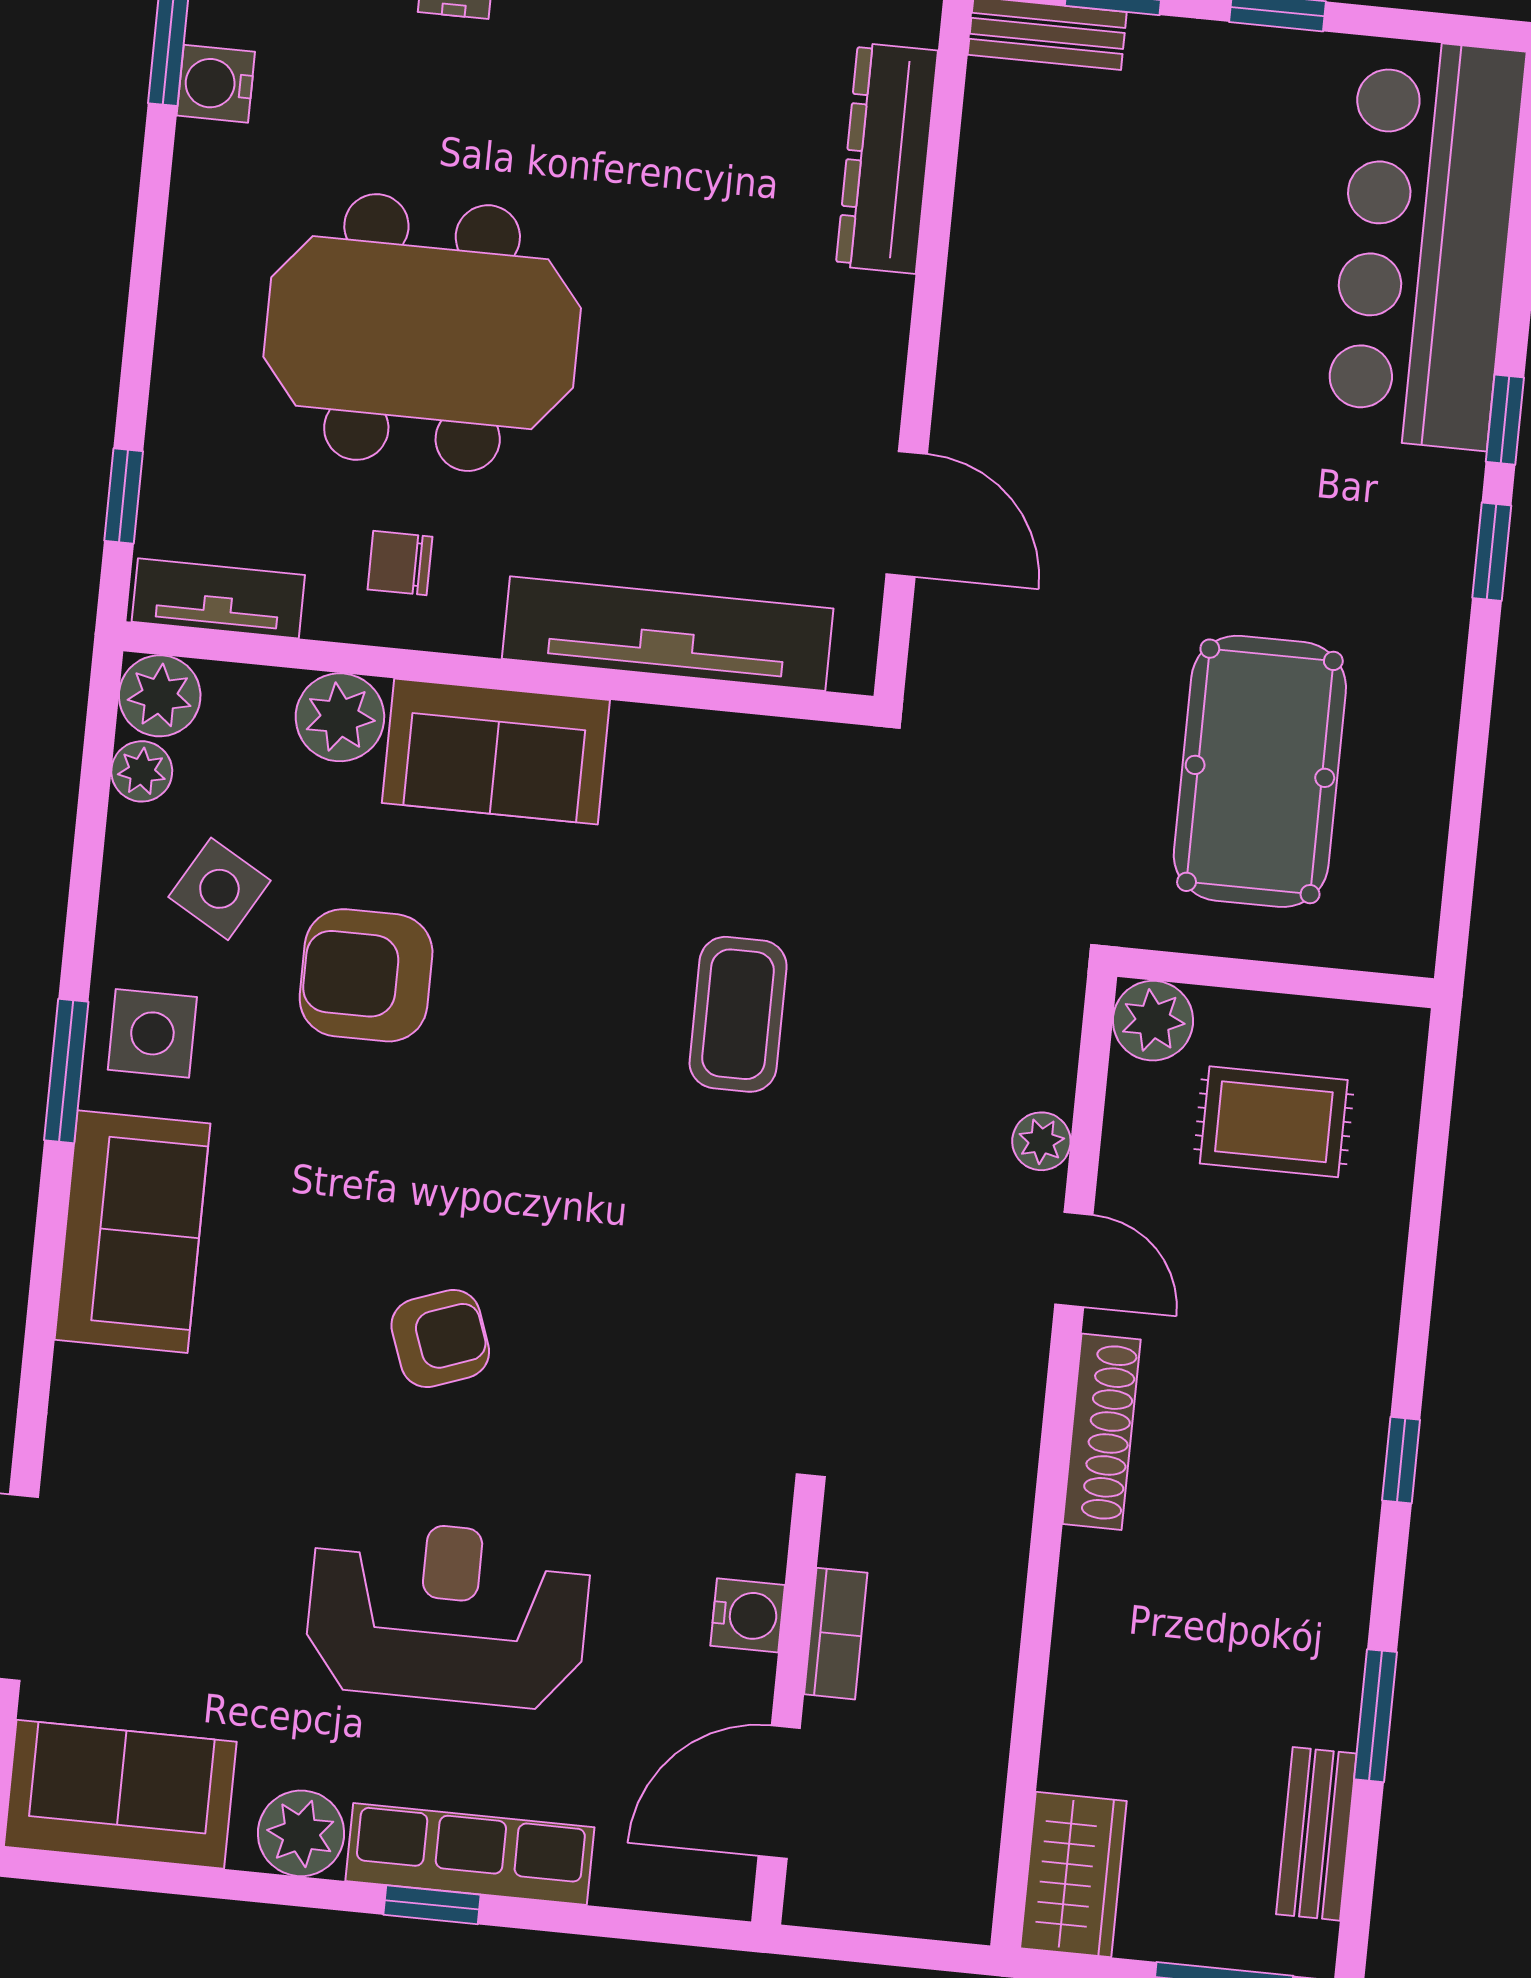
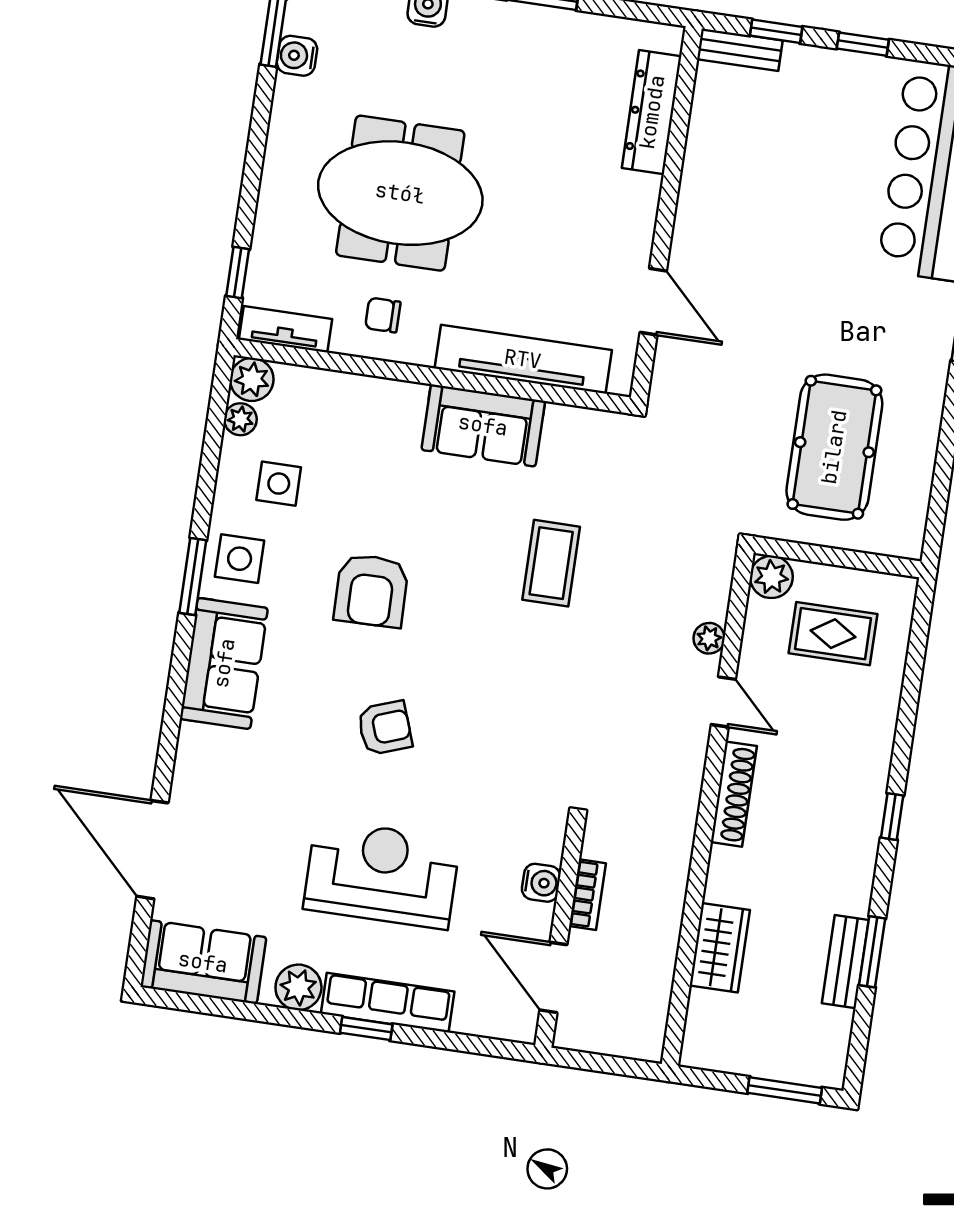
plant: (340, 717) -> (347, 395), removed
sofa: (496, 751) -> (483, 425), moved
side table: (219, 889) -> (279, 484), turned -30
armchair: (366, 975) -> (371, 591), moved, turned -91
door: (779, 1792) -> (553, 977), hinge flipped
bench: (1316, 1834) -> (845, 962), moved
wardrobe: (1073, 1875) -> (720, 948), moved

